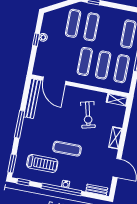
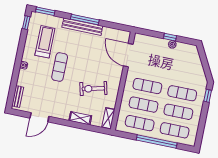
exercise mat: (73, 23) -> (178, 112), moved
door: (54, 81) -> (128, 55), hinge flipped
bench: (32, 99) -> (82, 27), moved
shelving: (115, 138) -> (80, 118), moved
treadmill: (42, 163) -> (45, 42), turned 180
window: (61, 190) -> (18, 61), removed

